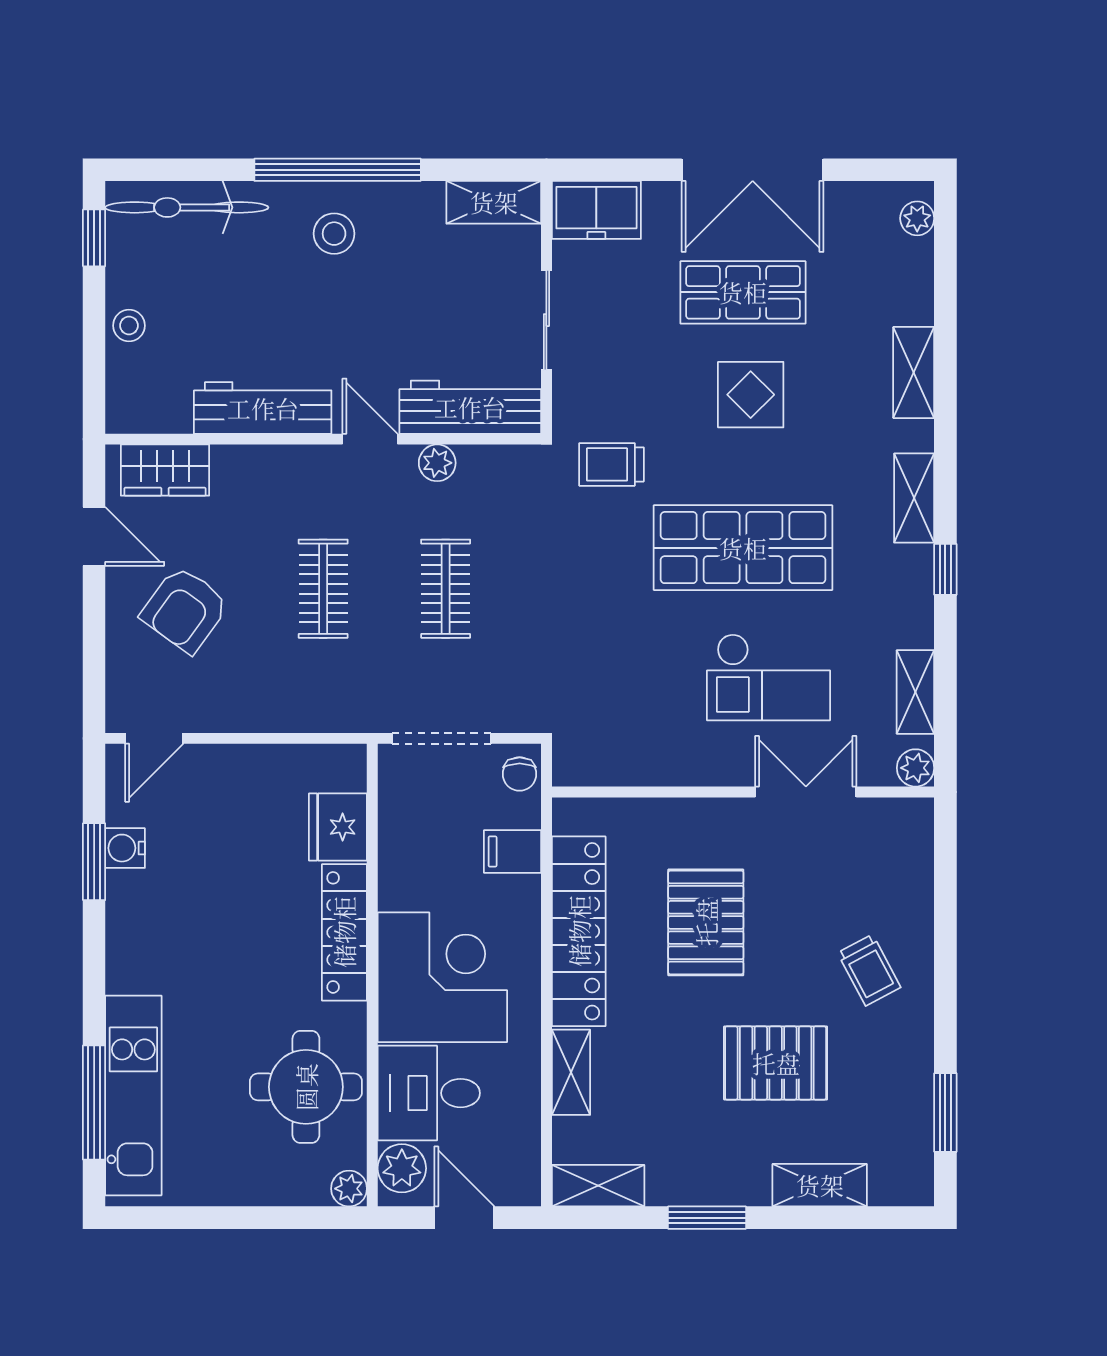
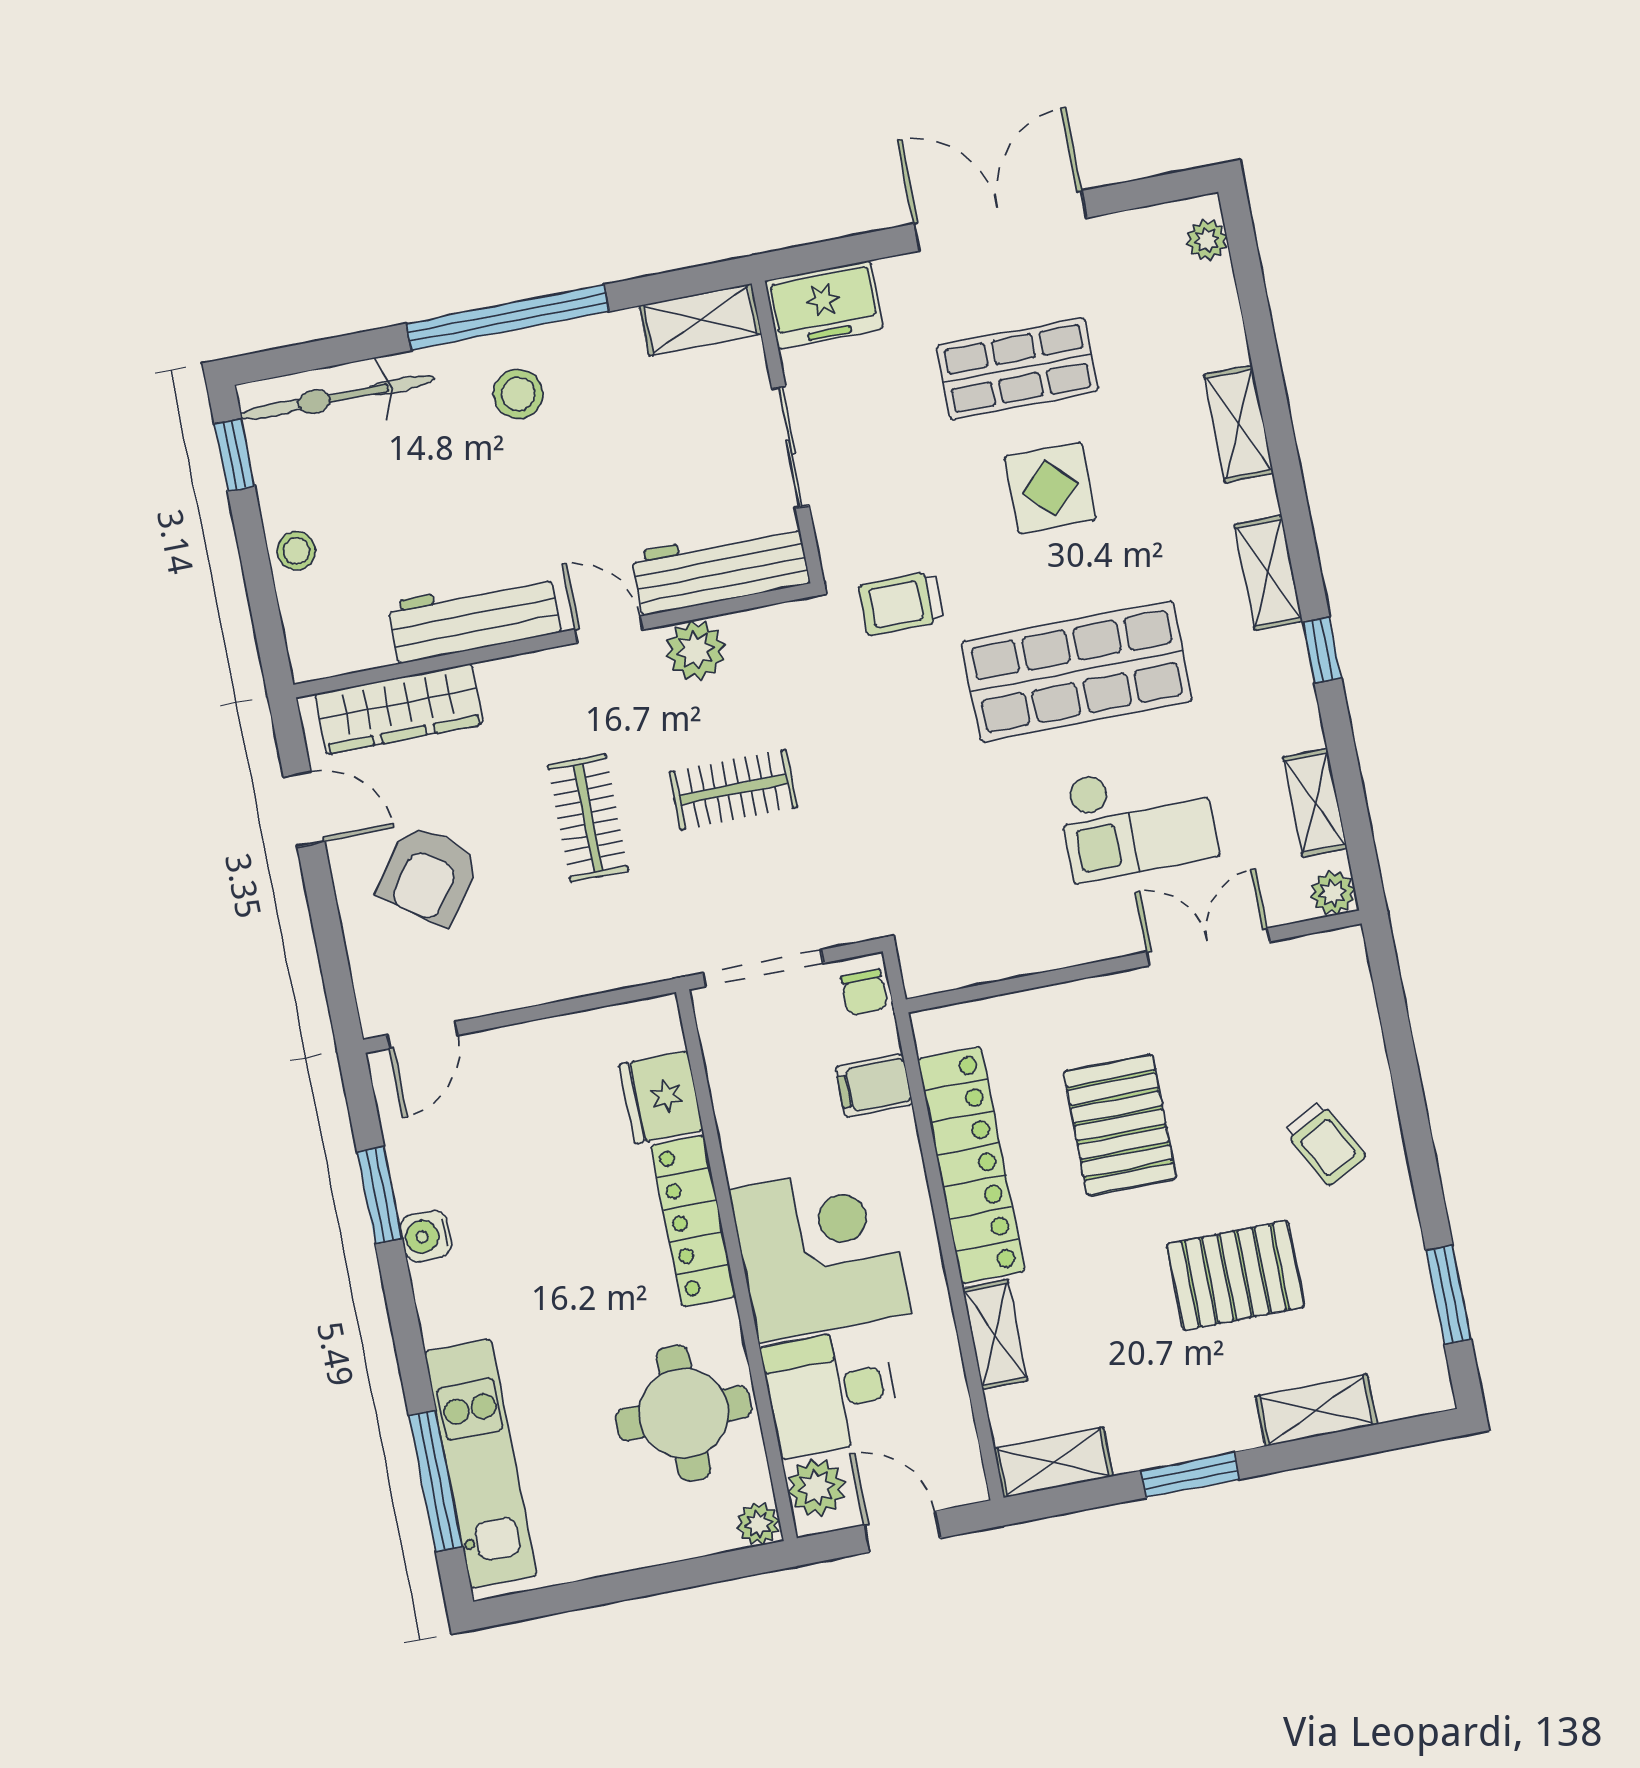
double door: (753, 170) -> (1000, 221), swing flipped
plant: (437, 463) -> (696, 650), width x1.38, depth x1.38
wardrobe: (165, 470) -> (399, 709), width x1.50
clothes rail: (446, 589) -> (733, 790), turned 90
water cooler: (125, 848) -> (426, 1236), moved

